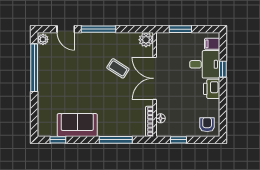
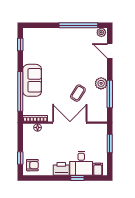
door: (66, 29) -> (110, 51), hinge flipped
window: (99, 29) -> (110, 94), moved
plant: (146, 40) -> (101, 83), moved
sofa: (77, 125) -> (32, 80), moved
window: (116, 140) -> (20, 91), width x1.46
window: (178, 140) -> (20, 158), moved

